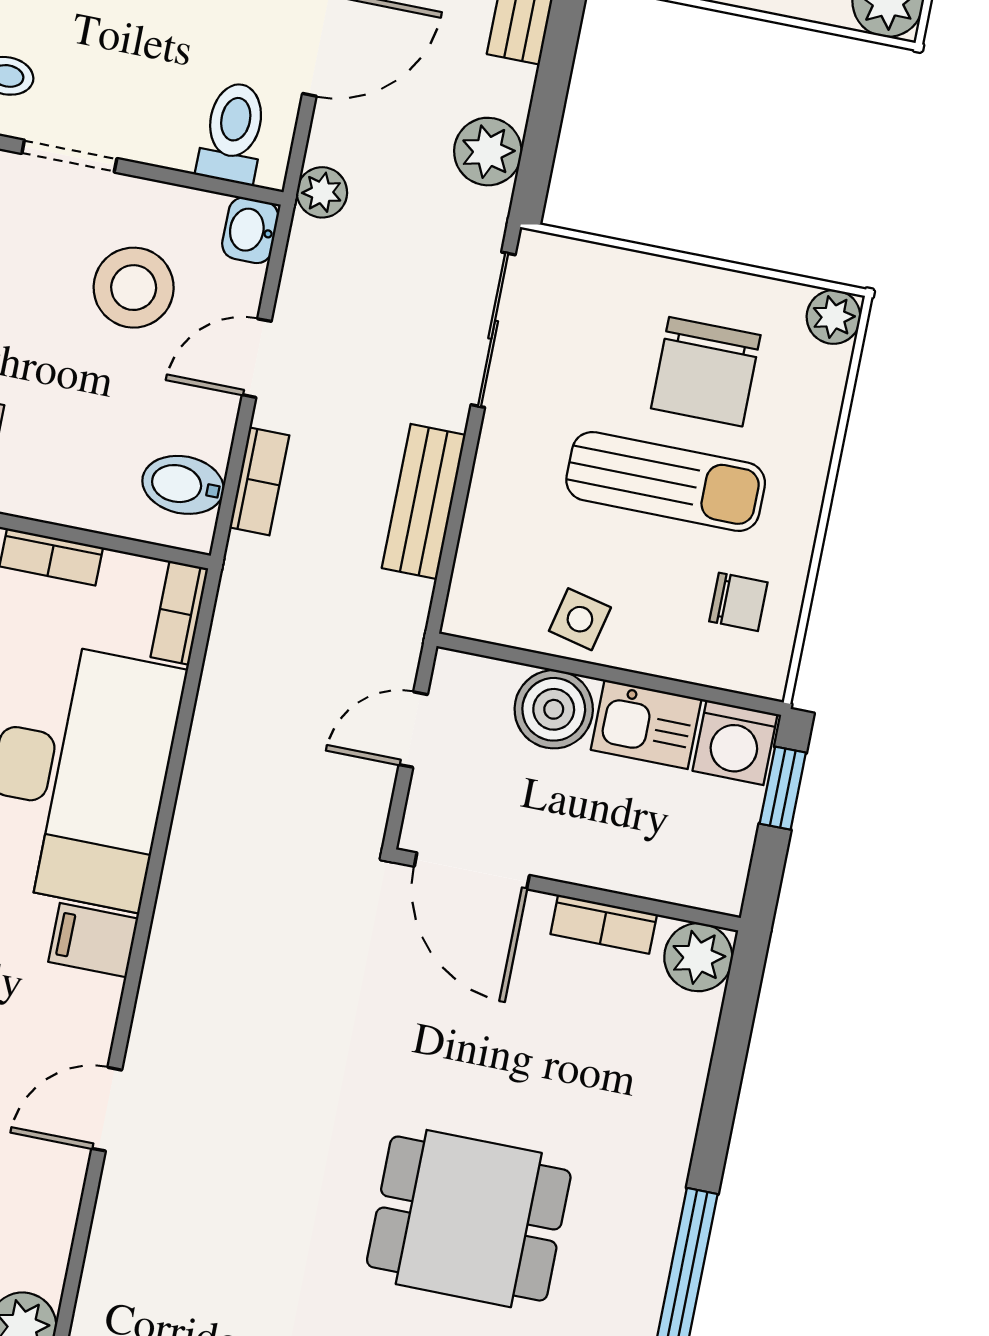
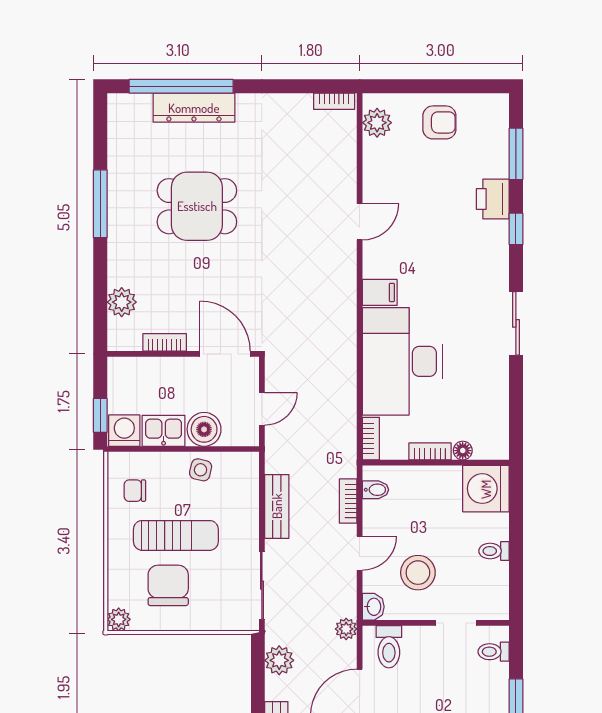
sun lounger: (666, 481) -> (176, 535), turned 180
bidet: (183, 485) -> (376, 490), width x0.72, depth x0.74
plant: (698, 957) -> (122, 302), moved

